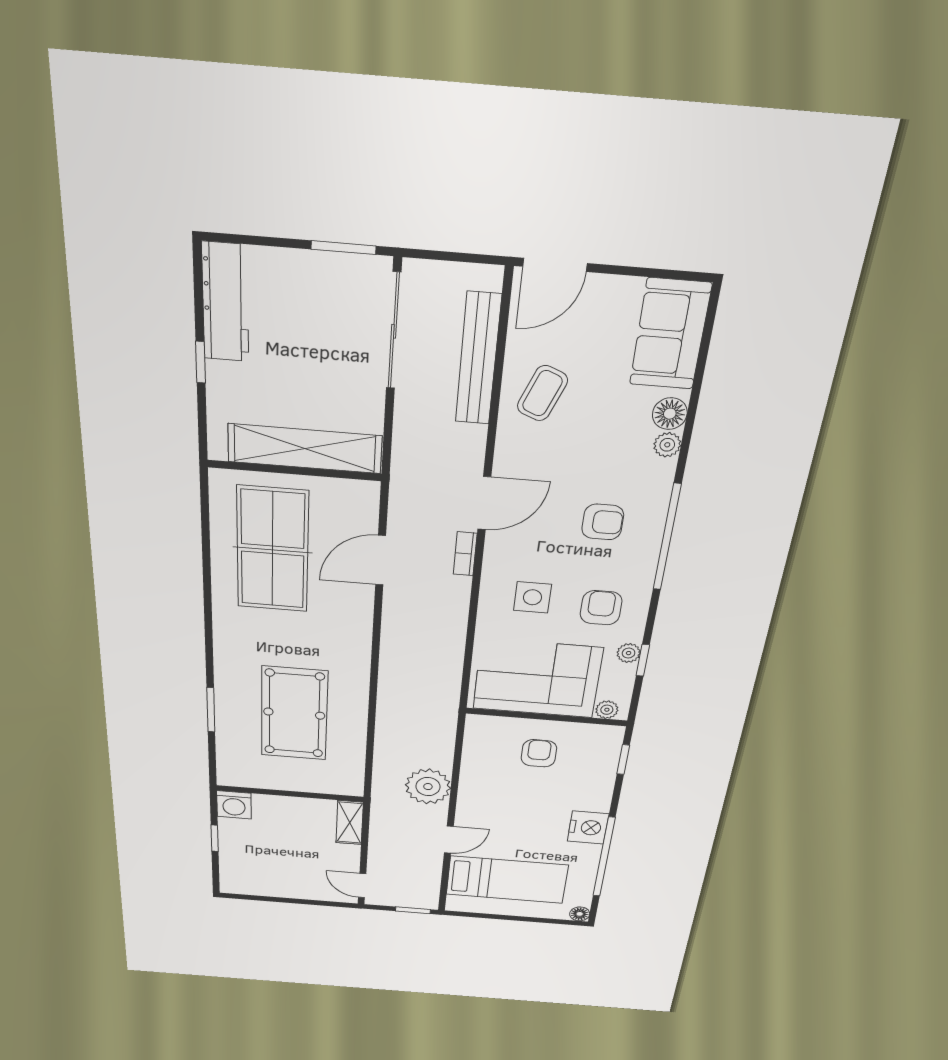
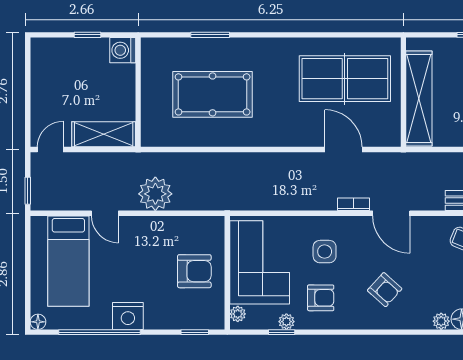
armchair: (603, 522) -> (385, 290), turned -48
window: (667, 537) -> (377, 332), removed
armchair: (539, 753) -> (194, 271), width x1.38, depth x1.38
shelving: (350, 823) -> (104, 134), width x1.50, depth x1.33

